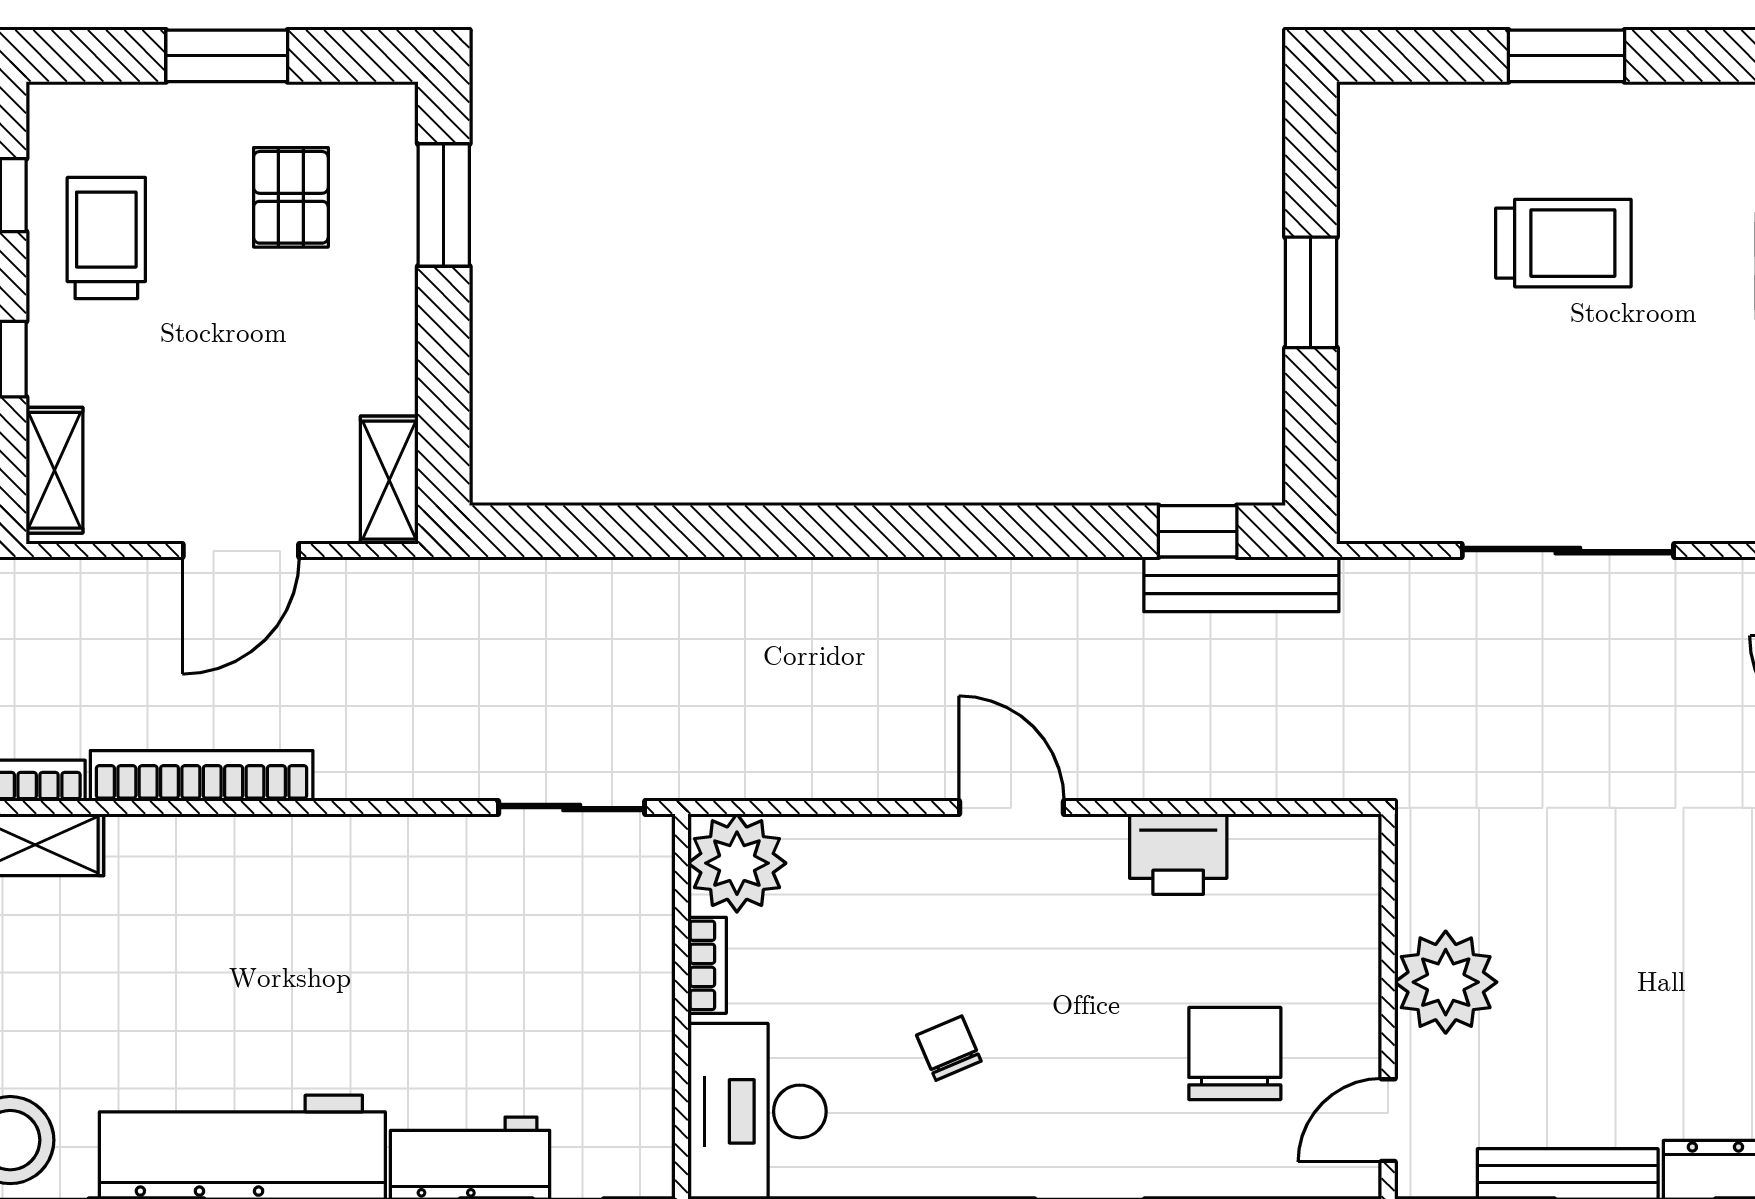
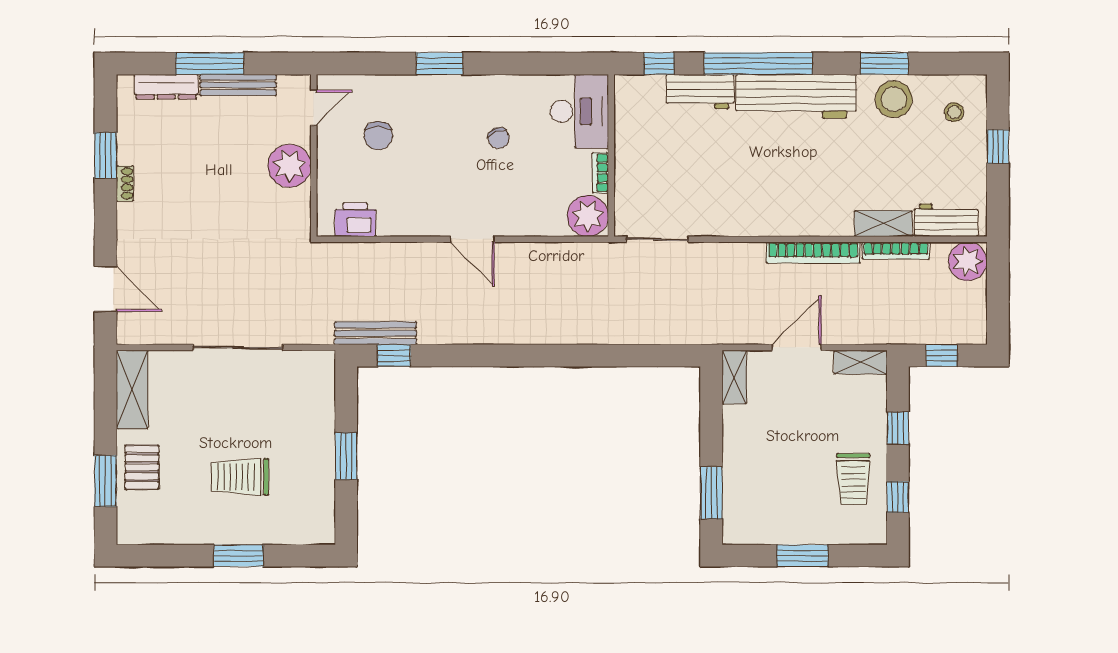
pallet: (291, 197) -> (776, 496), removed
shelving: (54, 470) -> (861, 362), moved, turned 90
printer: (1178, 854) -> (355, 220), moved
chair: (1235, 1054) -> (378, 136), width x0.73, depth x0.73

